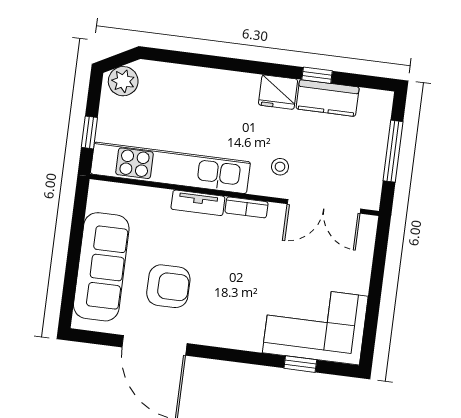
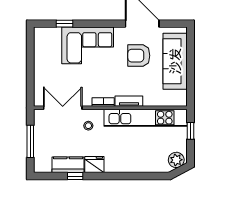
corner sofa: (315, 324) -> (88, 45), moved

